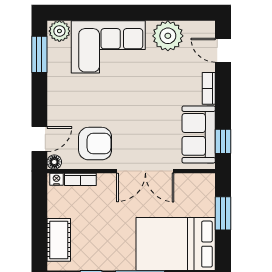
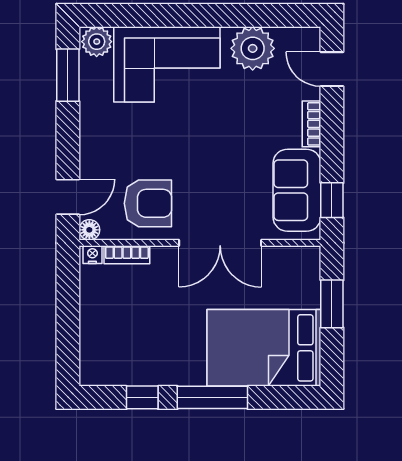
cot: (59, 240) -> (96, 342), removed

